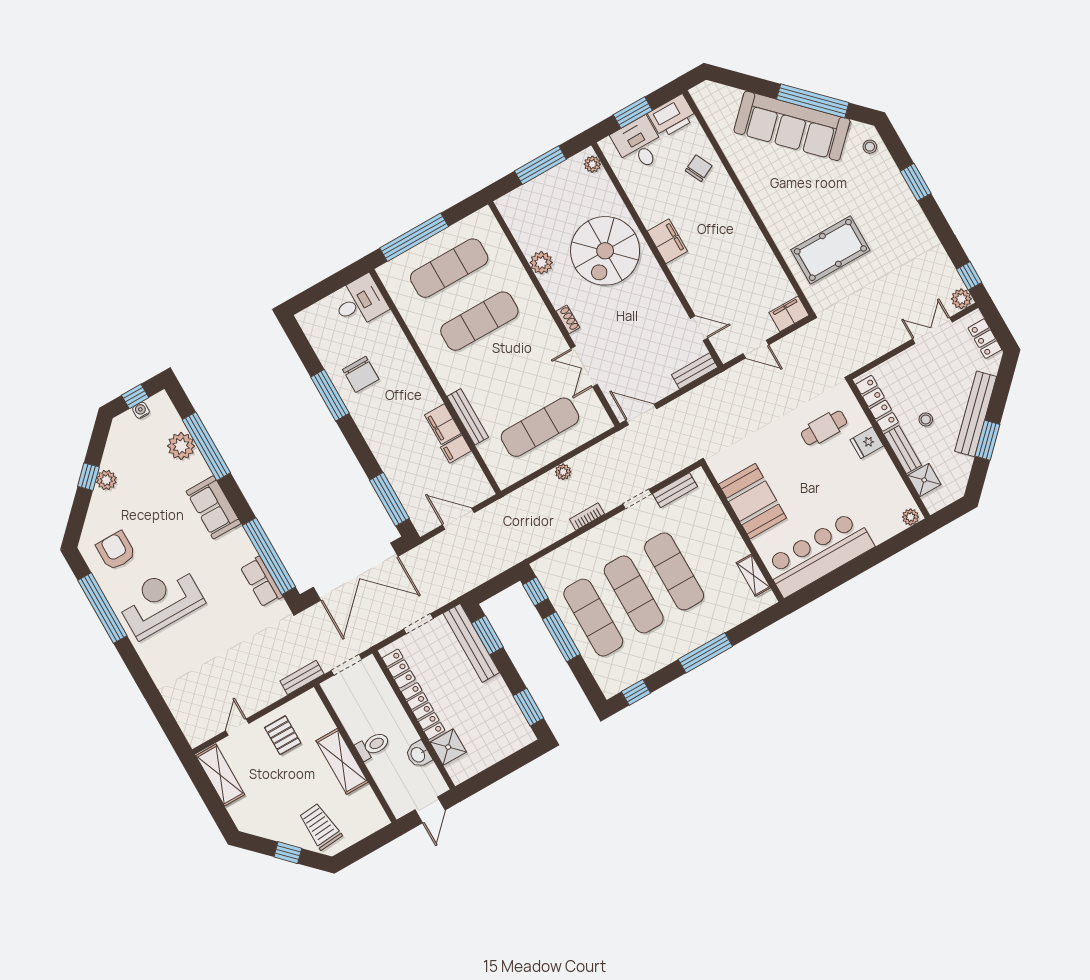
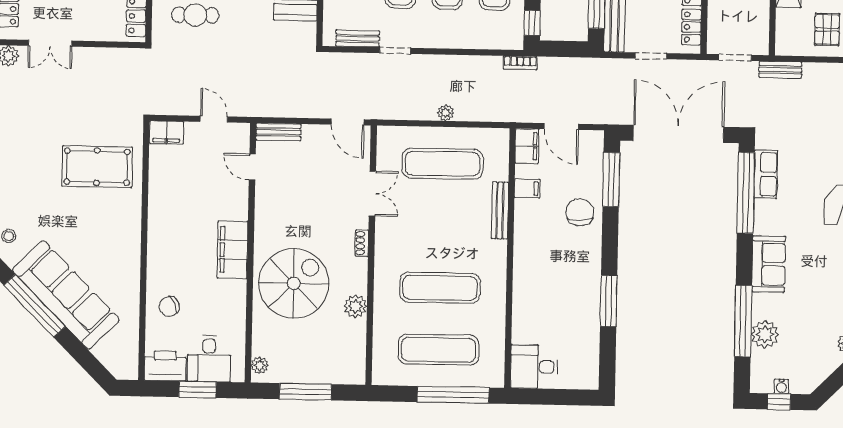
filing cabinet: (667, 241) -> (233, 250), width x1.50, depth x1.17
chair: (361, 374) -> (580, 212), moved
filing cabinet: (443, 424) -> (527, 146), moved
bookcase: (587, 517) -> (520, 63), moved

